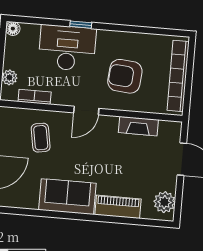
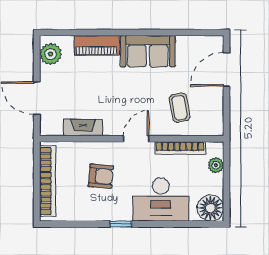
window: (81, 25) -> (121, 224), moved
floor lamp: (13, 29) -> (210, 208), width x1.89, depth x1.89
armchair: (125, 76) -> (101, 176), width x0.72, depth x0.72
bookcase: (35, 97) -> (180, 148), width x1.56

